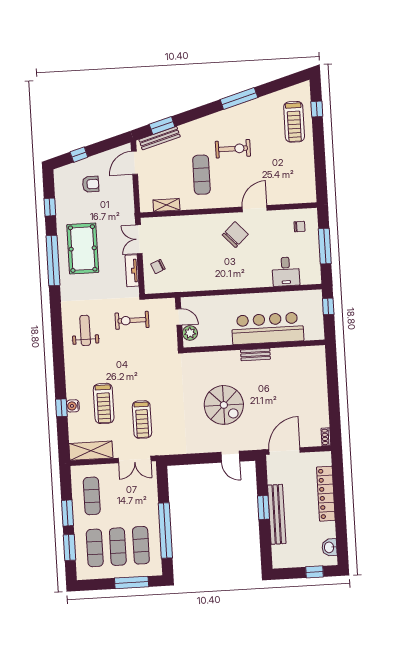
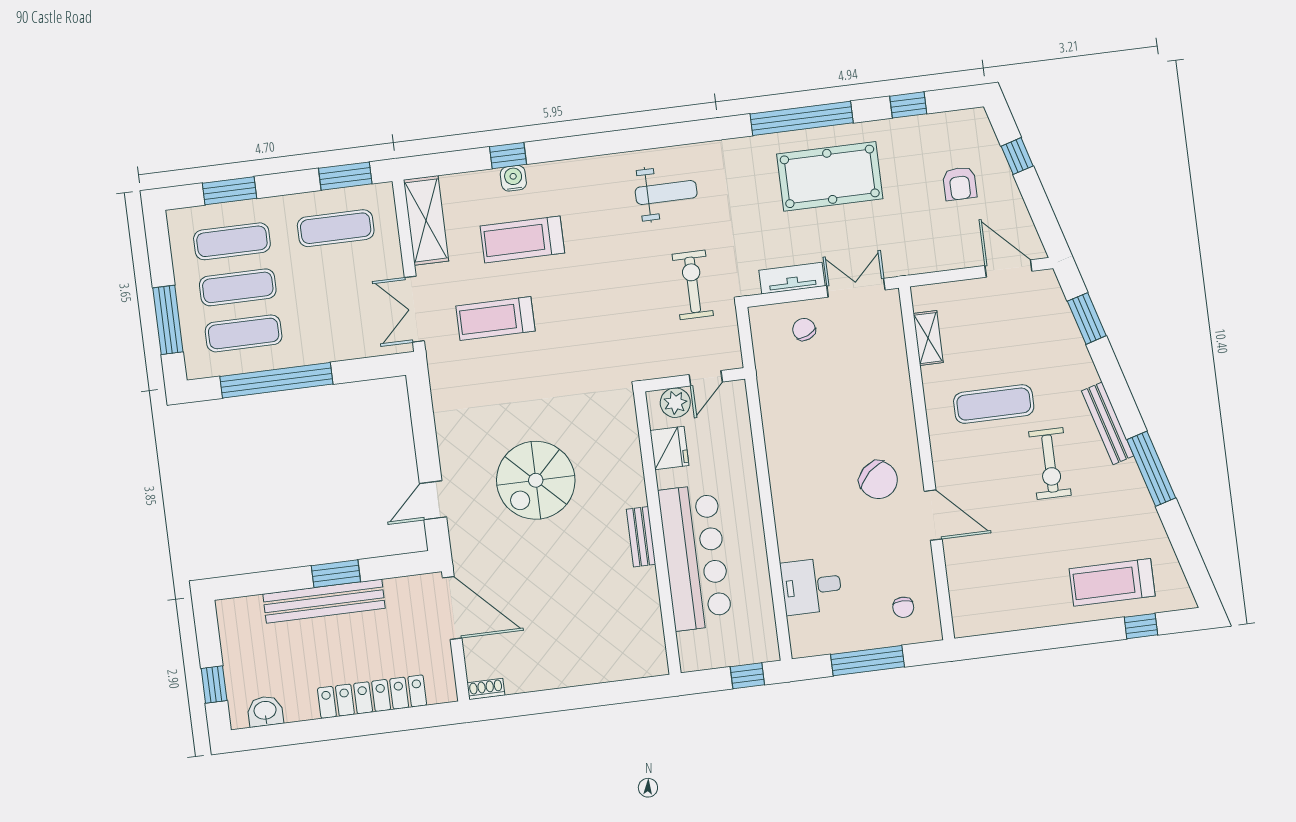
bench: (160, 138) -> (1108, 423), moved
fridge: (212, 337) -> (669, 448), added
window: (67, 513) -> (345, 176), moved

